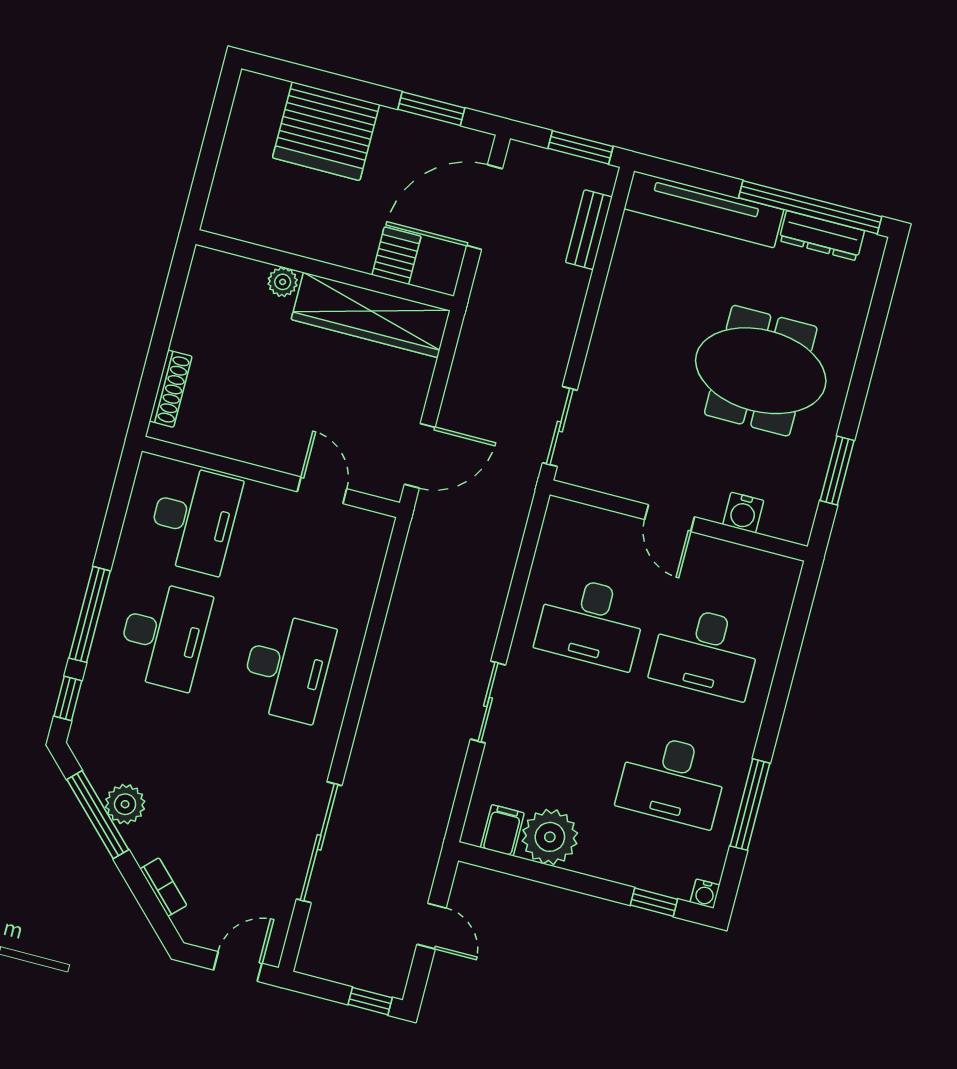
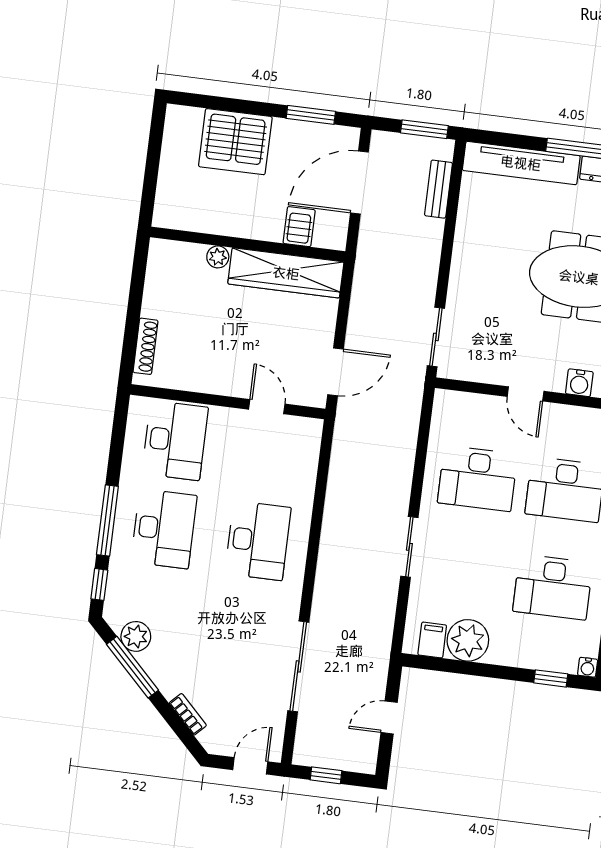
plant: (125, 804) -> (136, 636), moved
door: (431, 926) -> (389, 717), swing flipped
window: (370, 1001) -> (326, 775), moved

